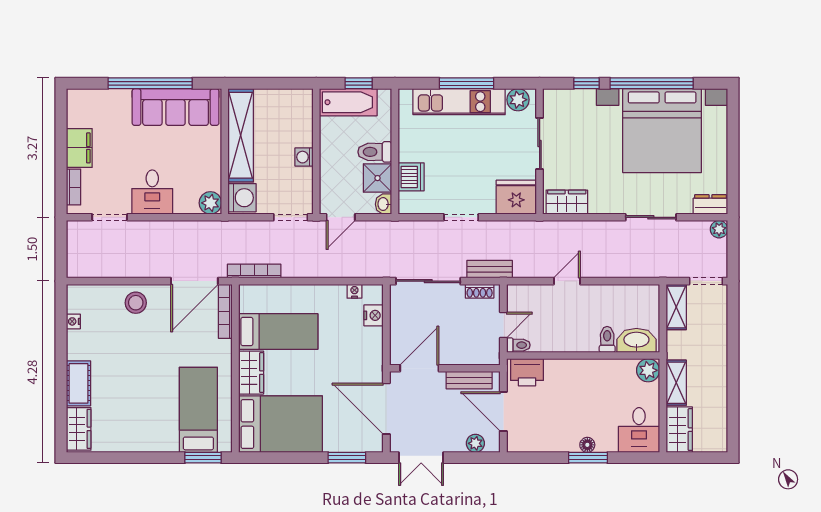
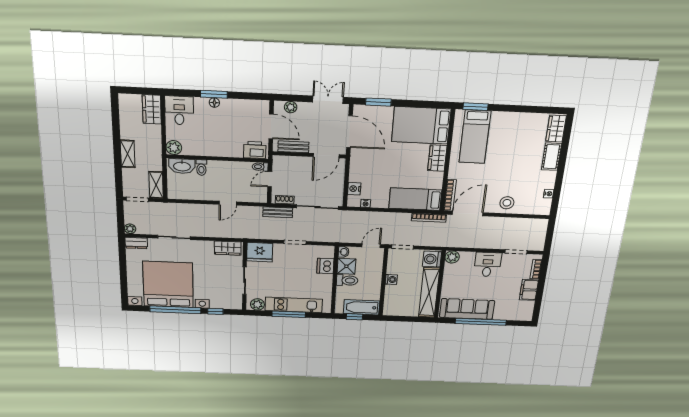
bed: (278, 331) -> (415, 199), moved
shelving: (676, 383) -> (128, 154), moved

